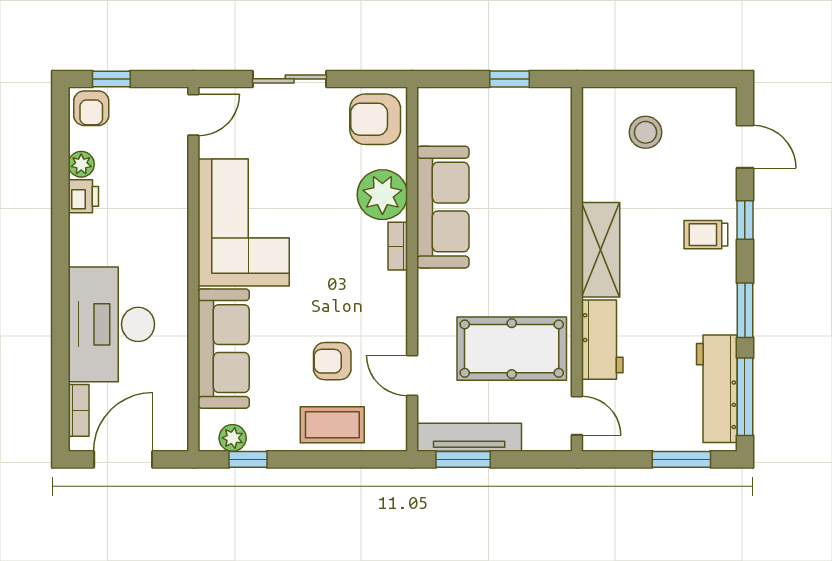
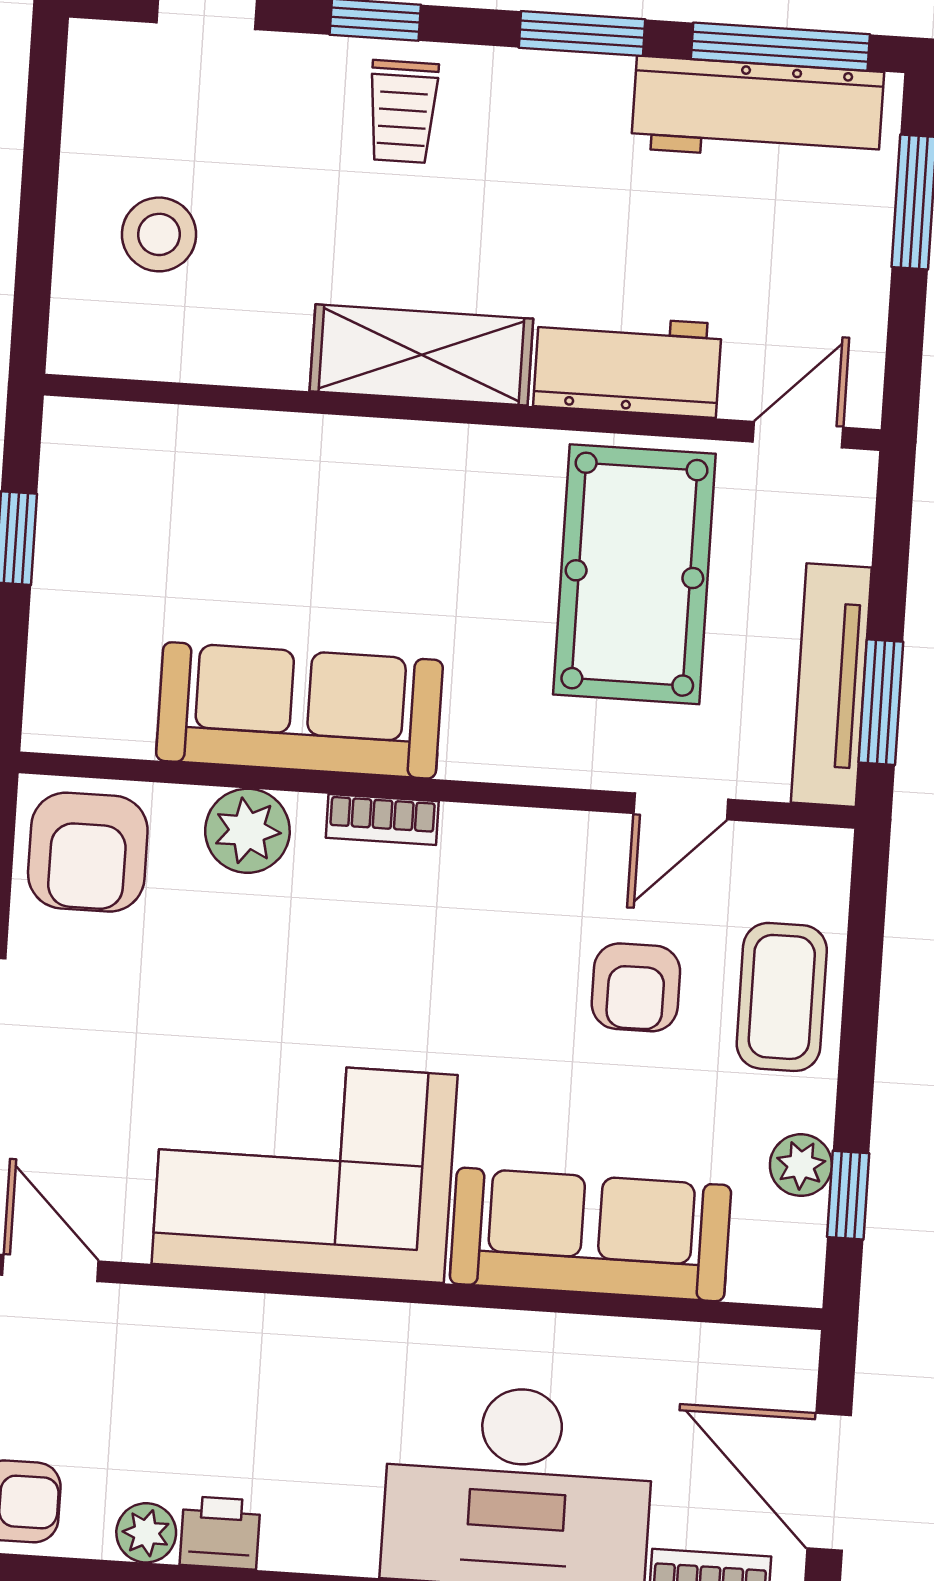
plant: (382, 195) -> (247, 831), width x0.73, depth x0.73
plant: (233, 438) -> (801, 1165), moved

